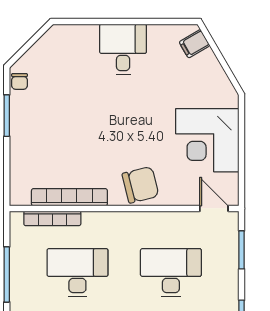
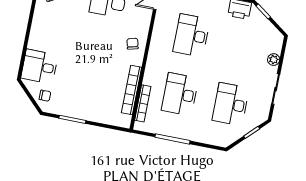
desk: (123, 49) -> (39, 67), moved
chair: (20, 81) -> (45, 96), moved
chair: (140, 185) -> (133, 44), width x0.54, depth x0.54

